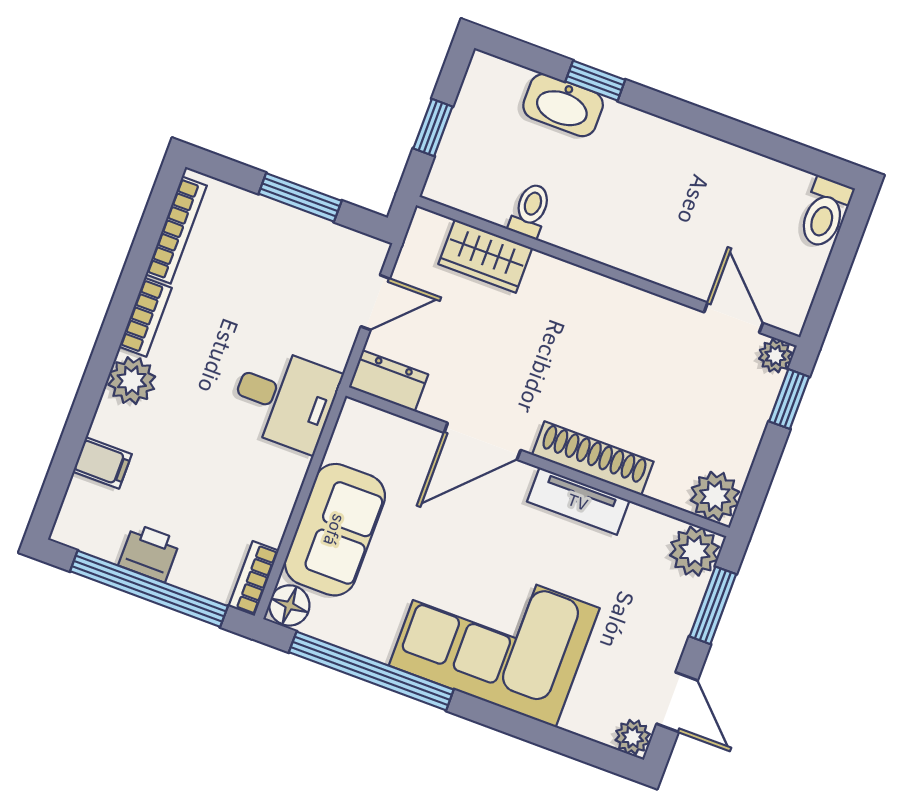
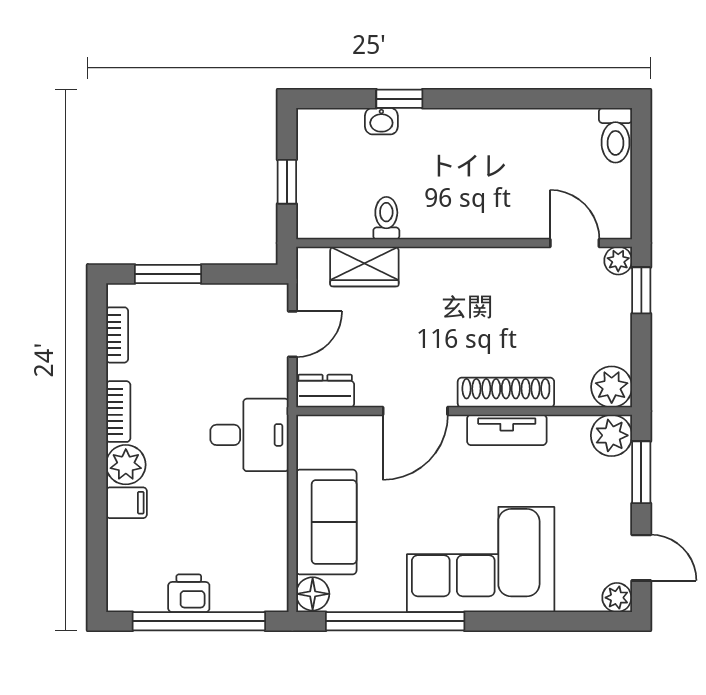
washbasin: (563, 105) -> (381, 121), width x0.52, depth x0.69
window: (300, 197) -> (168, 274), moved
bookcase: (176, 230) -> (117, 335), width x0.64
filing cabinet: (102, 463) -> (126, 503), moved
bookcase: (254, 578) -> (277, 583), removed

